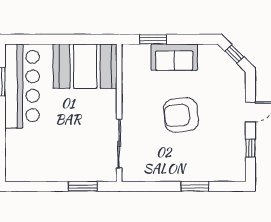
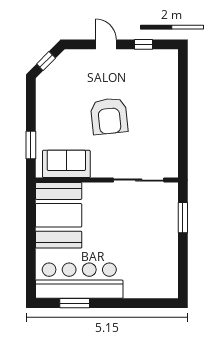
sofa: (174, 57) -> (66, 164), moved, turned -90
window: (195, 186) -> (183, 102), removed

